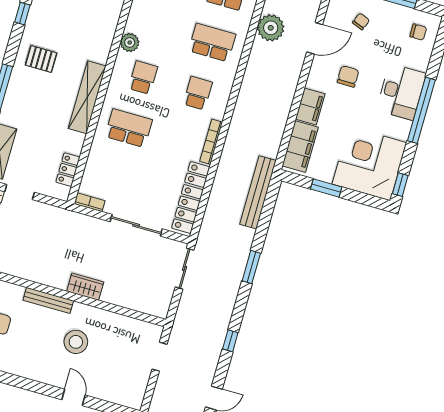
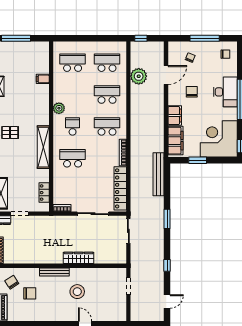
school desk: (198, 93) -> (107, 126), width x1.85
wardrobe: (85, 287) -> (79, 258), width x1.50

